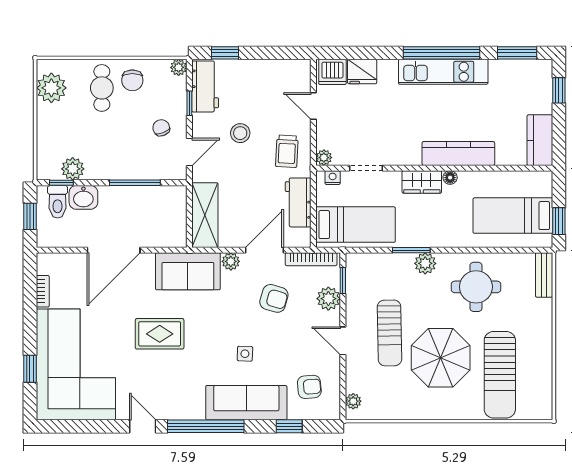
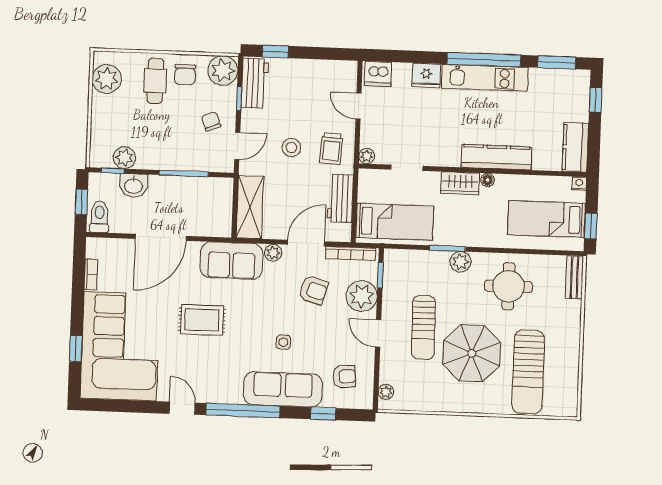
plant: (179, 67) -> (223, 71), width x1.88, depth x1.88
fridge: (362, 72) -> (426, 75), moved
stool: (240, 133) -> (291, 148), moved
nightstand: (333, 178) -> (579, 184), moved
toilet: (58, 202) -> (99, 217), moved, turned 180
plant: (328, 299) -> (362, 296), width x1.36, depth x1.36

